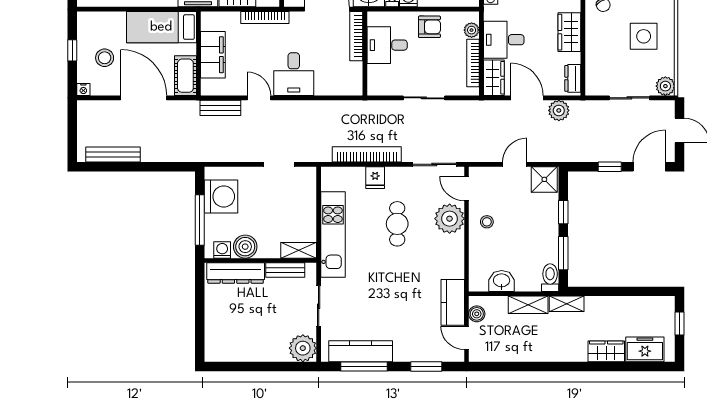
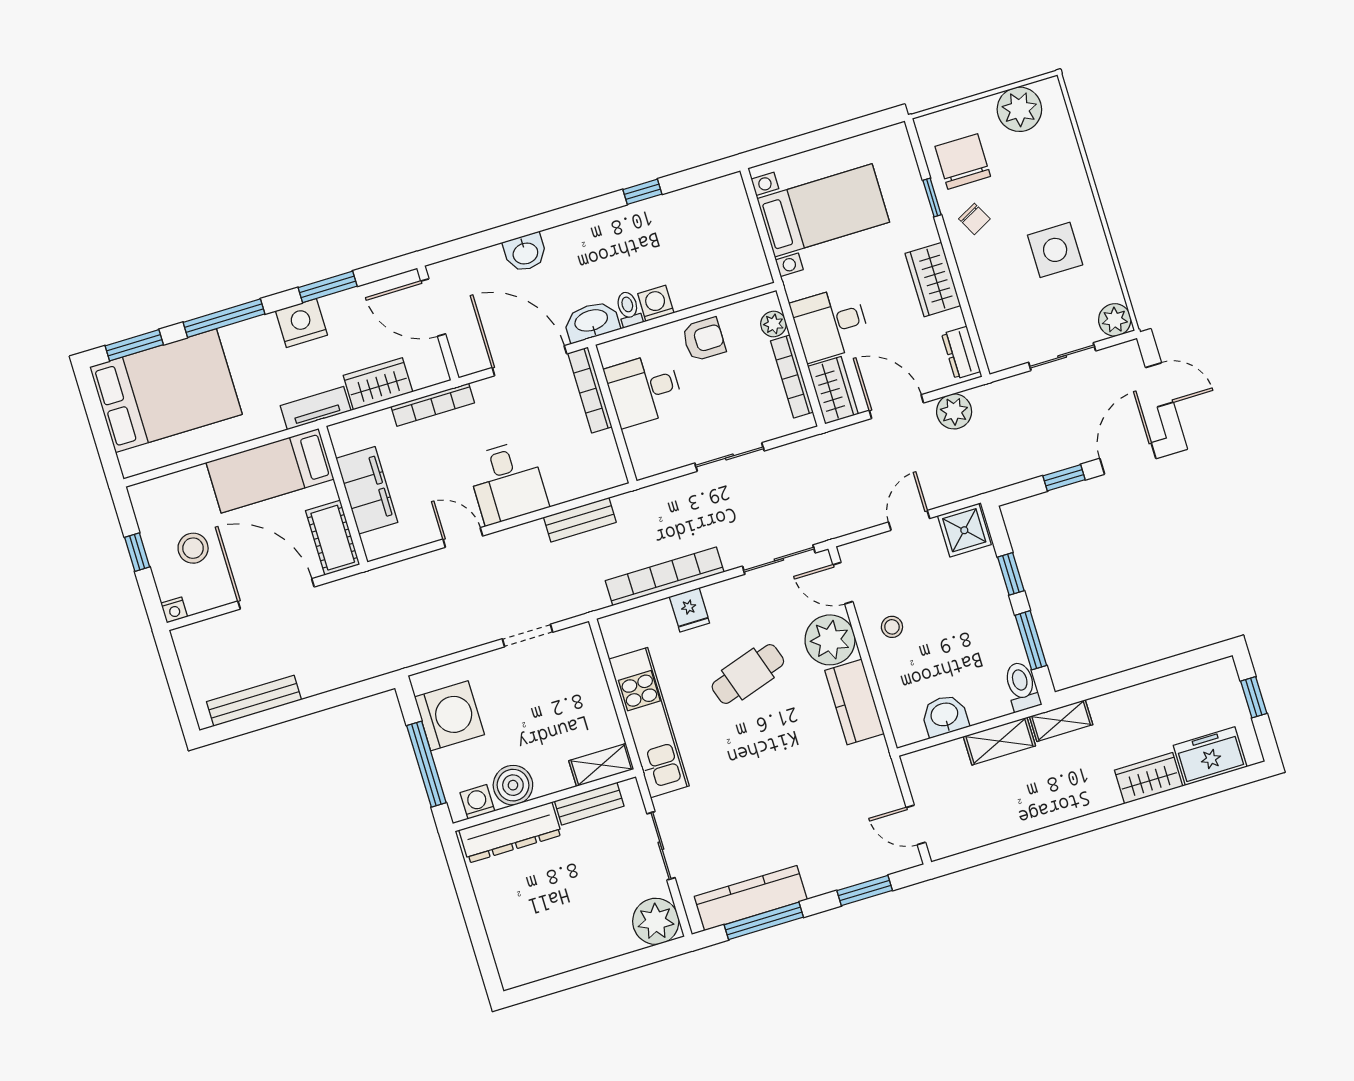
bench: (220, 108) -> (580, 520), moved
cafe table: (397, 224) -> (748, 674), turned 72
kitchen counter: (453, 302) -> (854, 702), moved
boiler: (477, 314) -> (921, 781), removed

